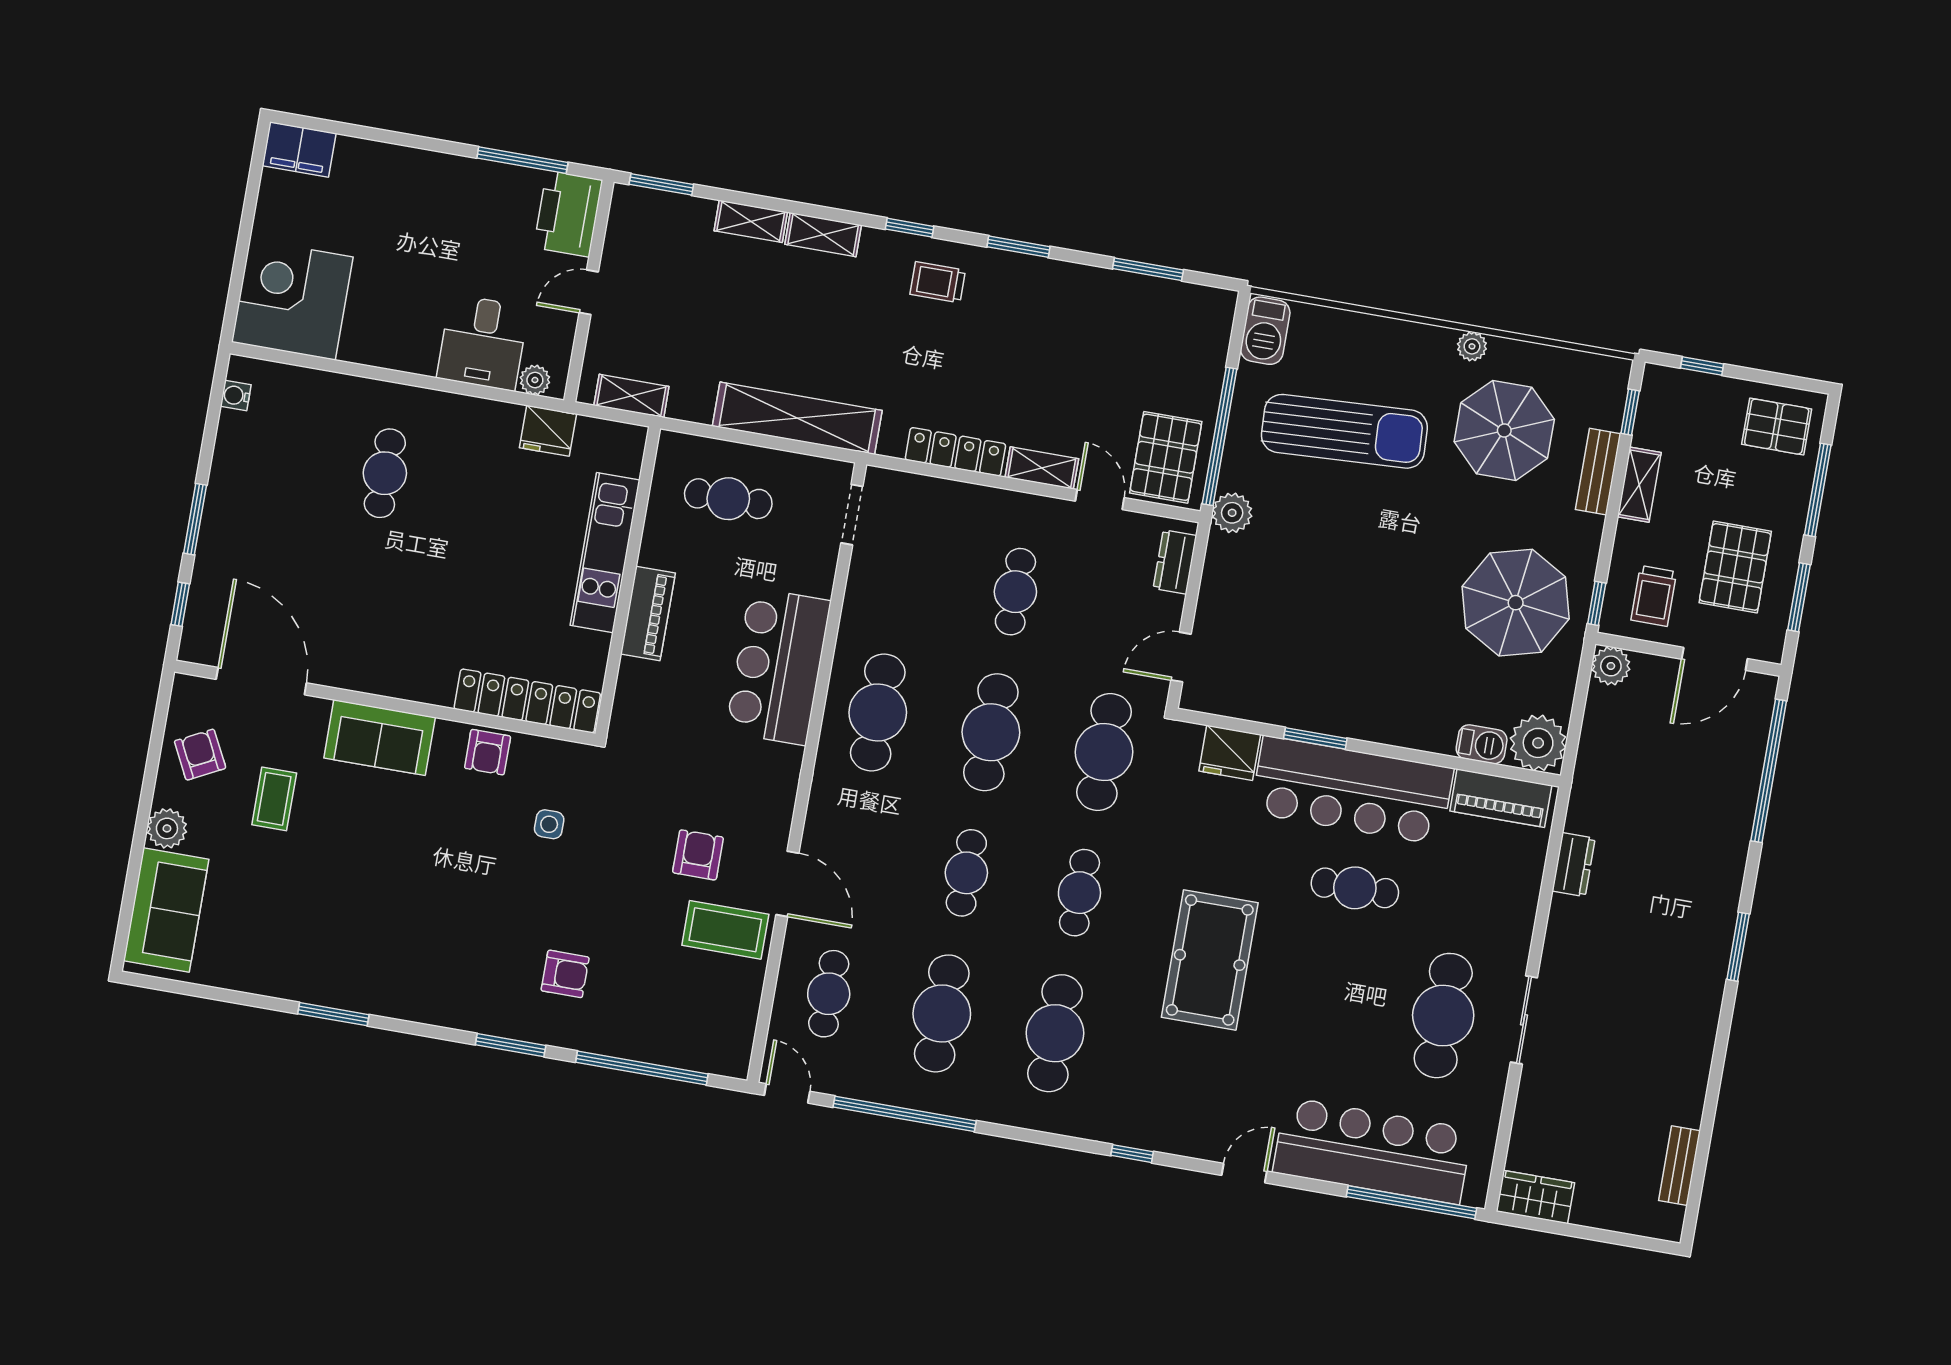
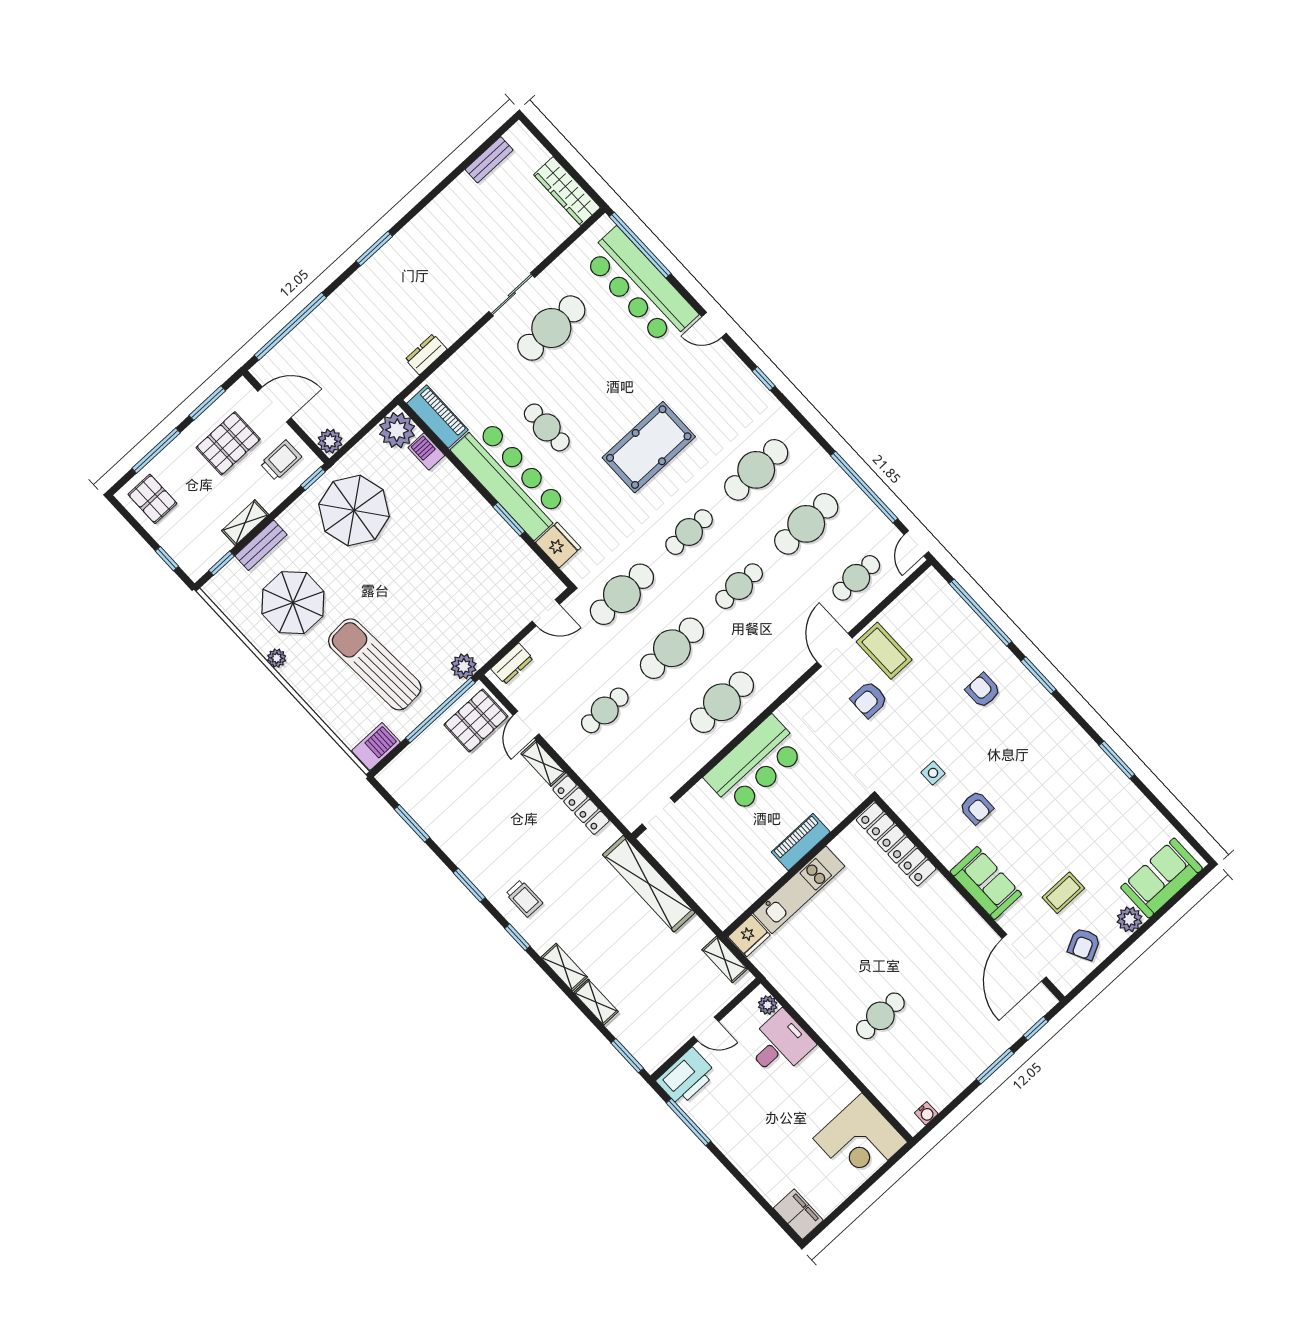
fridge: (548, 431) -> (749, 936), moved, turned 90
cafe table: (728, 499) -> (715, 869), removed
armchair: (488, 752) -> (976, 808), moved, turned 90
wardrobe: (1535, 1197) -> (567, 191), width x1.50

